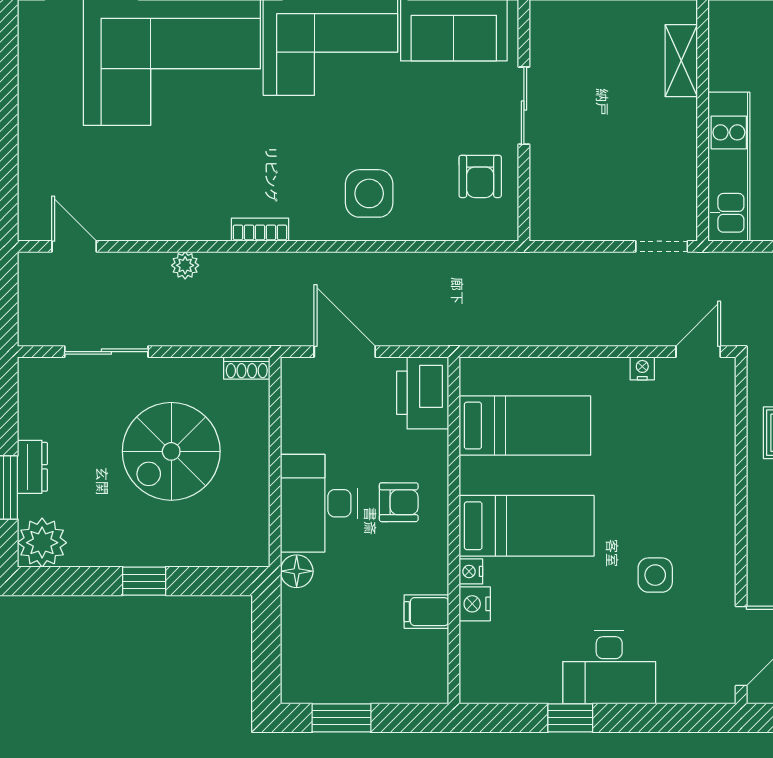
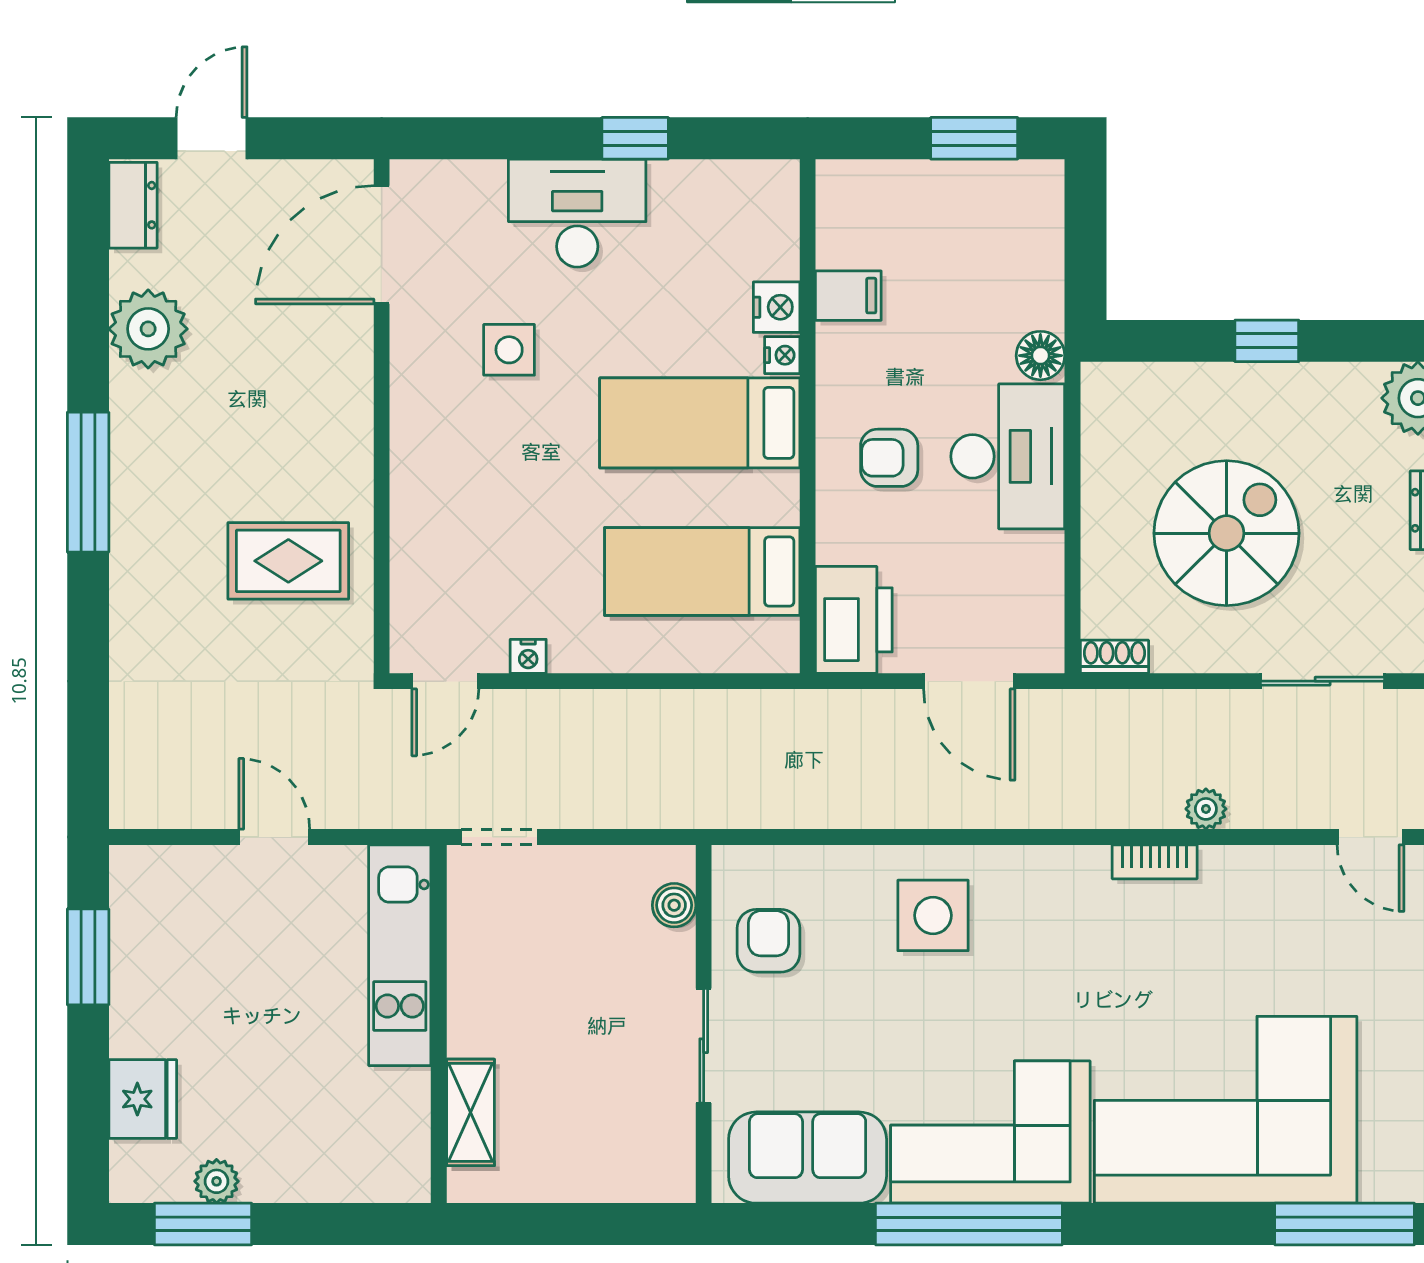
boiler: (544, 200) -> (674, 905), added
bookcase: (260, 230) -> (1155, 862), moved

